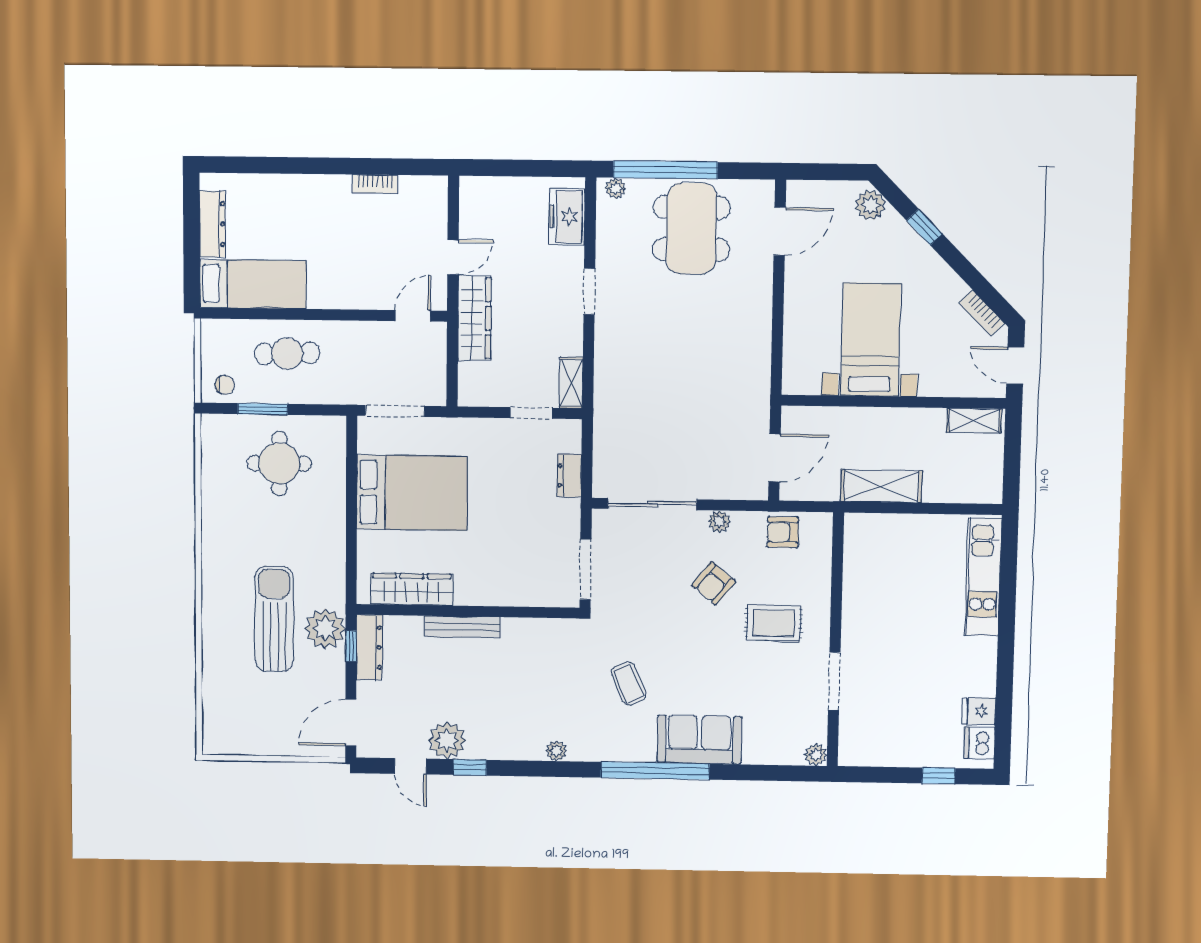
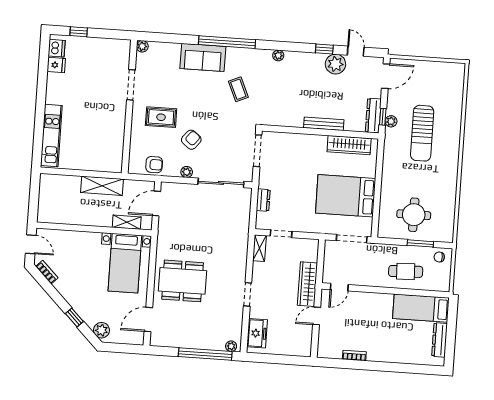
dining table: (691, 229) -> (183, 281), moved, turned 90
bed with nightstands: (871, 340) -> (125, 263), moved
shelving: (974, 421) -> (127, 222), moved
plant: (325, 629) -> (391, 121), width x0.53, depth x0.53

